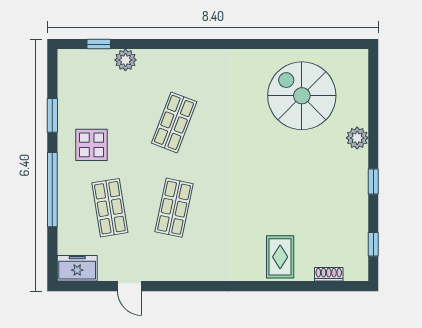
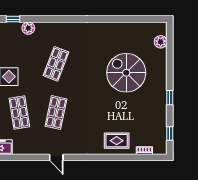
spiral stairs: (302, 96) -> (126, 73), moved
plant: (357, 138) -> (161, 42), moved
rug: (280, 257) -> (117, 141), turned 90
door: (130, 286) -> (56, 157), moved

